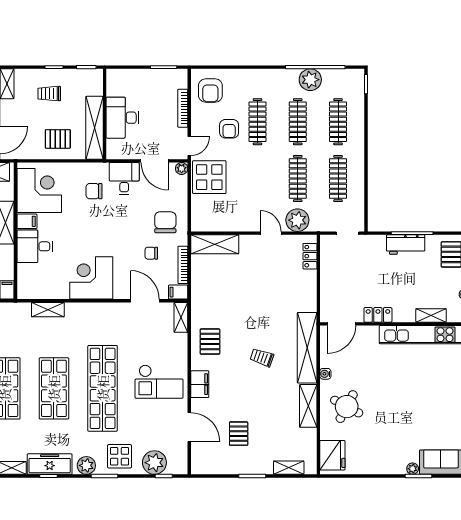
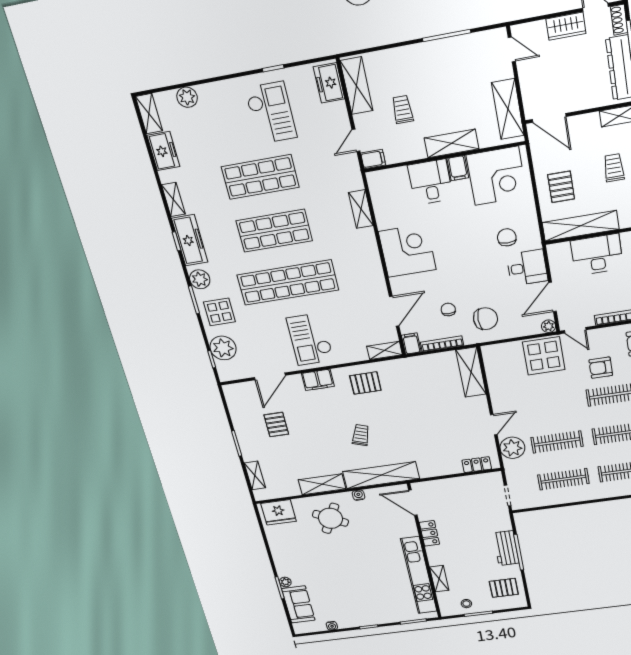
pallet: (239, 434) -> (276, 424), turned 90

